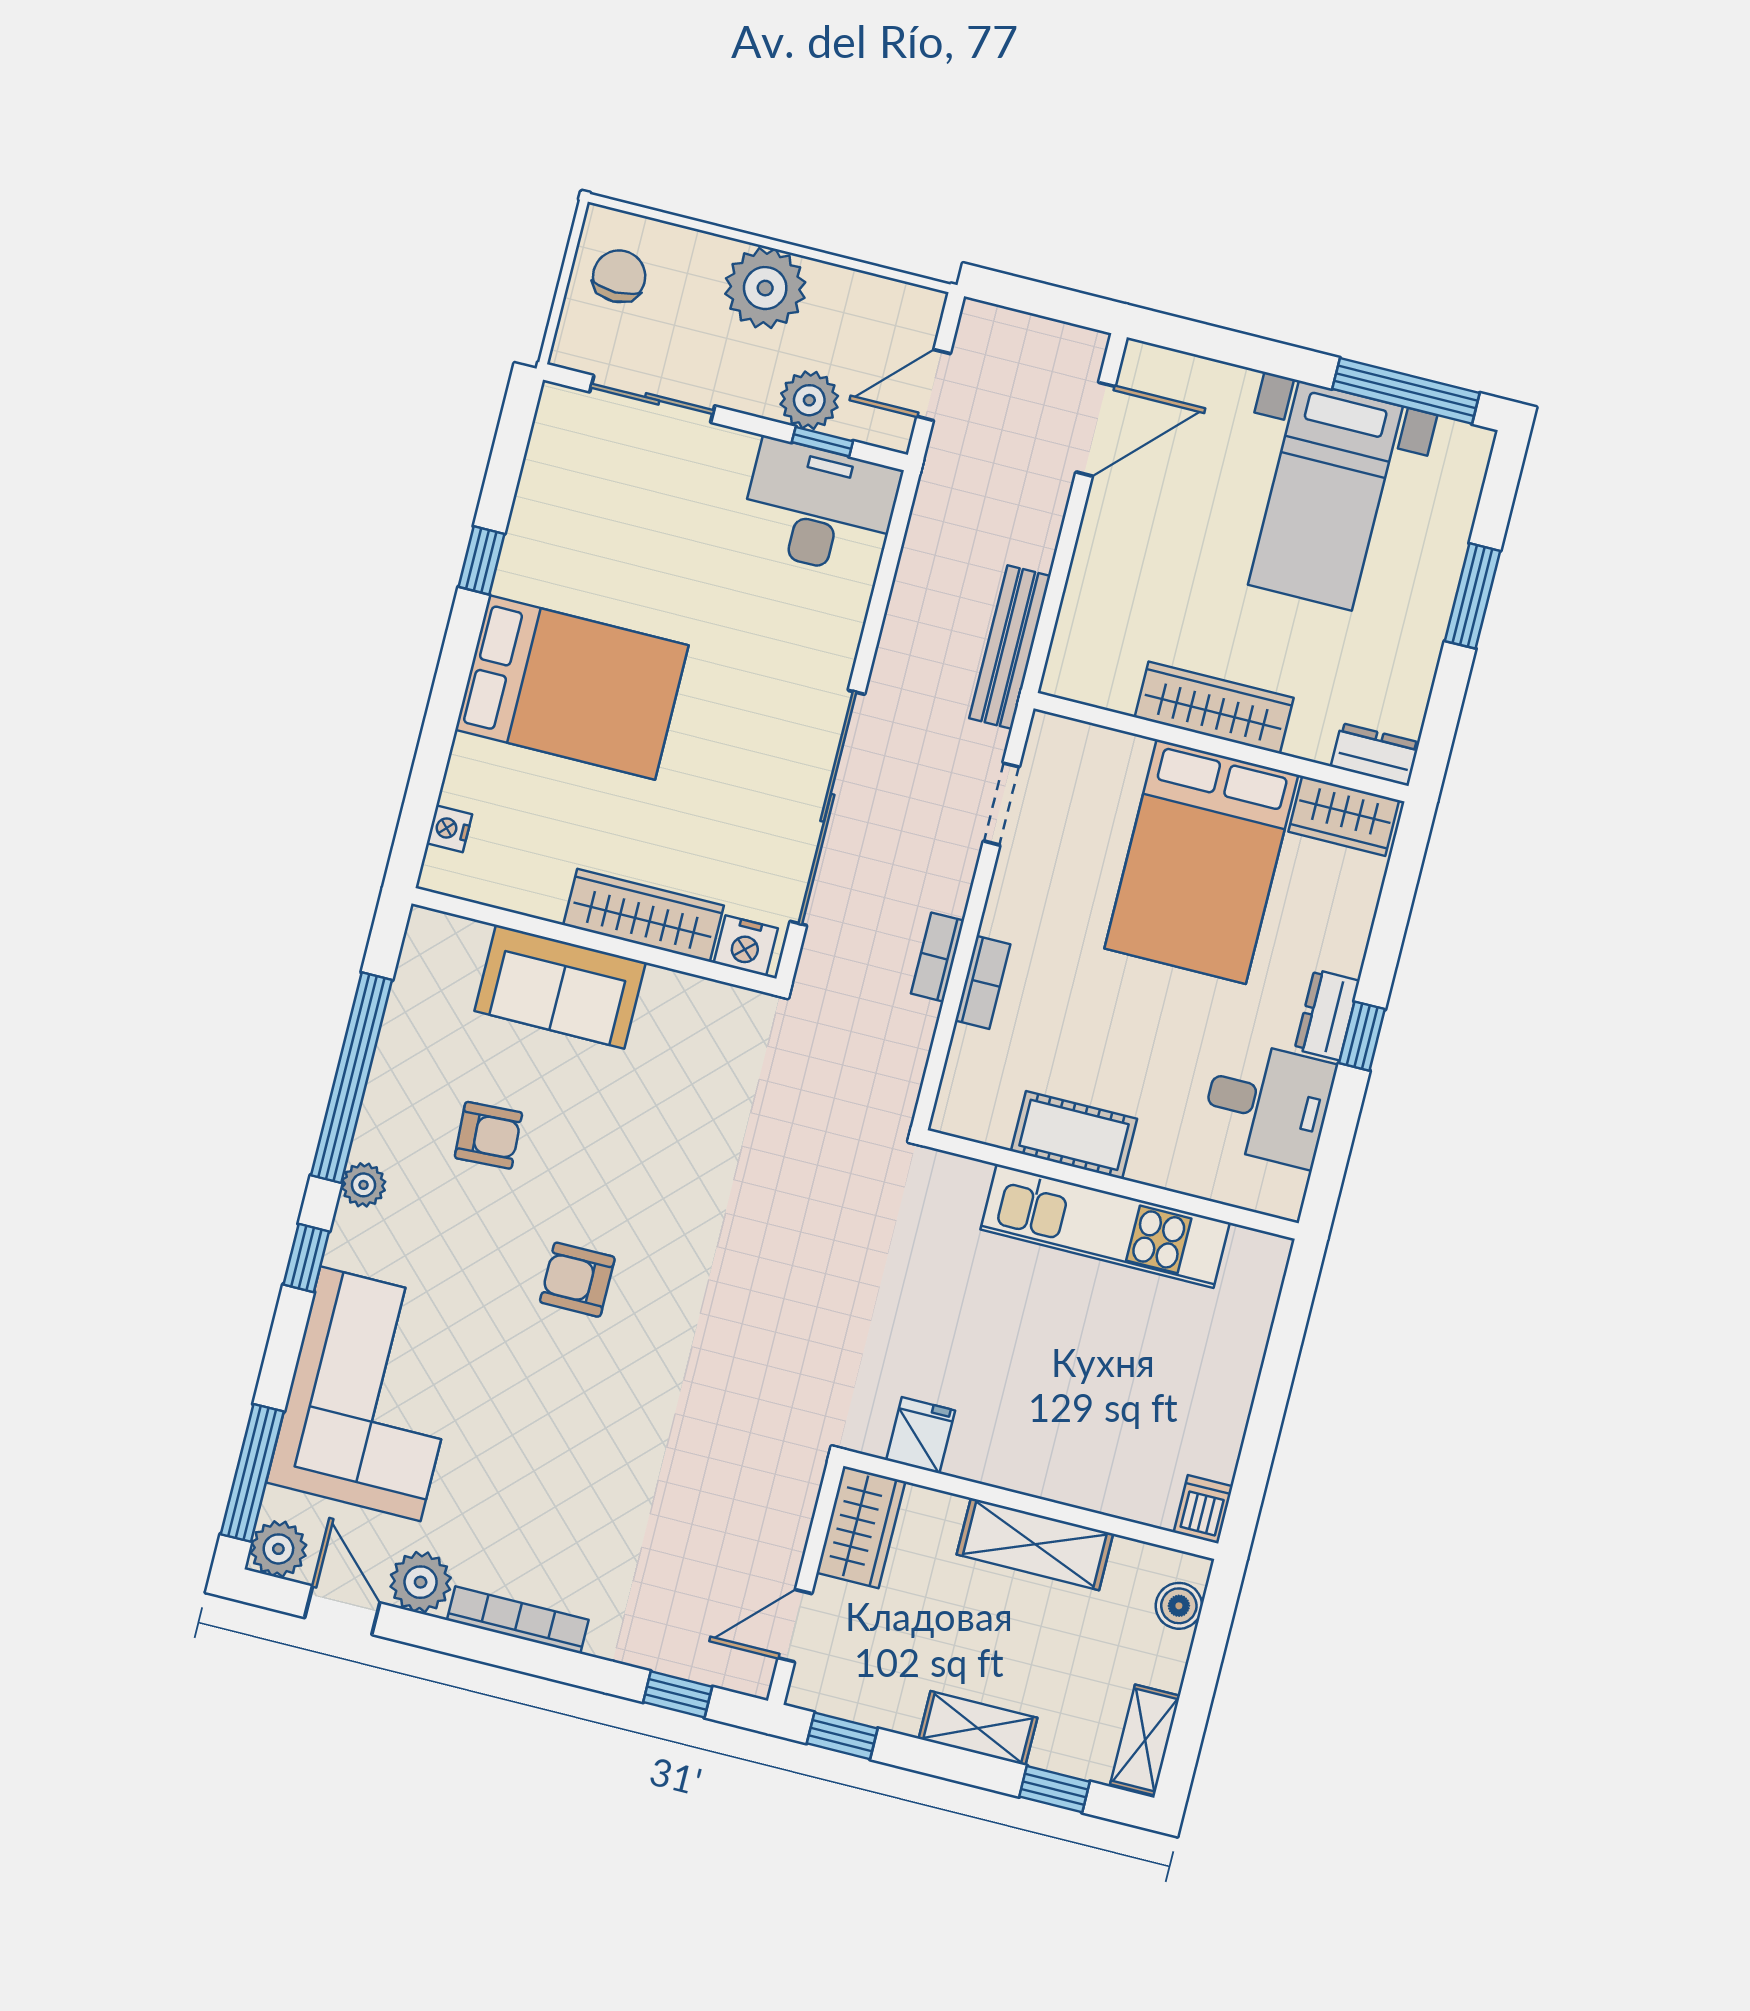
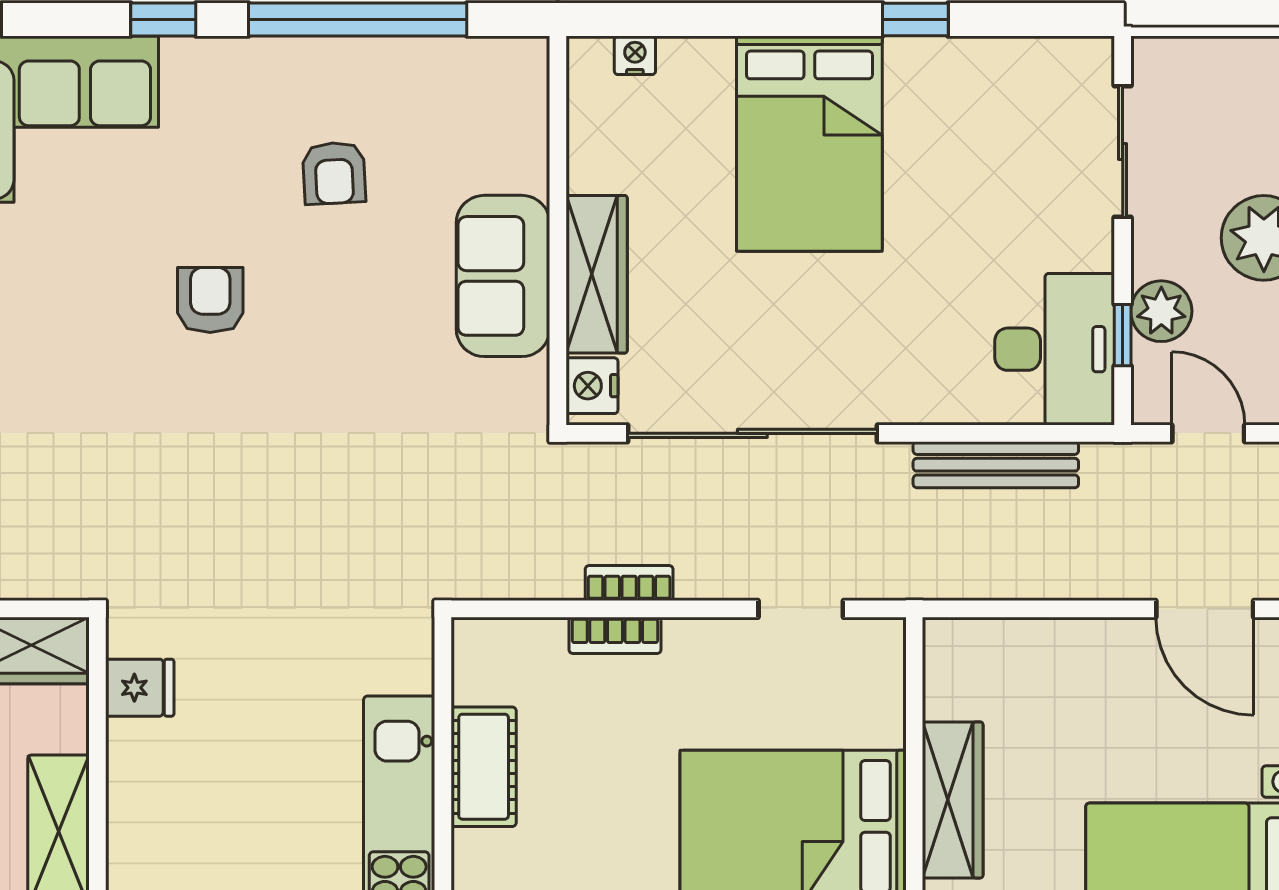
chair: (619, 276) -> (1238, 87), removed
bench: (1010, 647) -> (996, 465), moved
sofa: (560, 987) -> (503, 276), moved
plant: (364, 1185) -> (252, 59), removed

